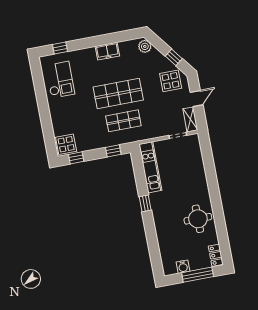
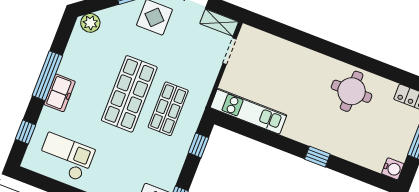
window: (100, 41) -> (47, 76), added
freezer: (107, 51) -> (60, 93), moved
window: (145, 203) -> (317, 157), moved
water cooler: (183, 267) -> (393, 169), moved

